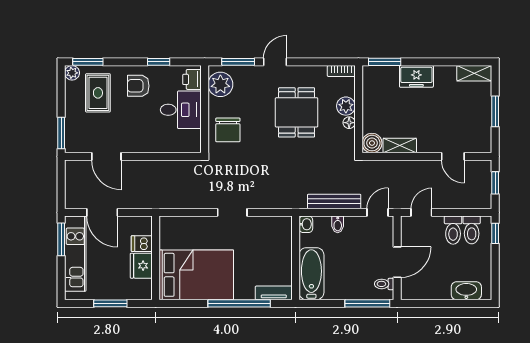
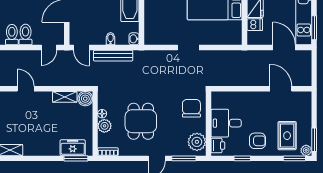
freezer: (416, 76) -> (73, 148), moved
window: (61, 133) -> (314, 140), moved
door: (377, 212) -> (81, 48), hinge flipped

